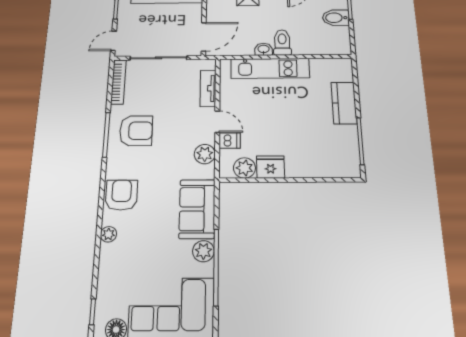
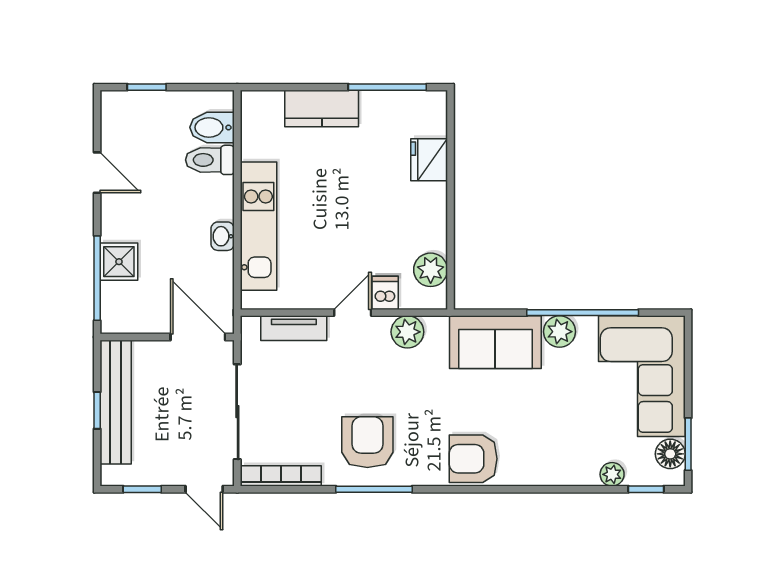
bidet: (336, 18) -> (212, 127), moved, turned 90
toilet: (282, 42) -> (210, 160), moved
fridge: (271, 167) -> (429, 160), moved
plant: (108, 234) -> (612, 474), moved

